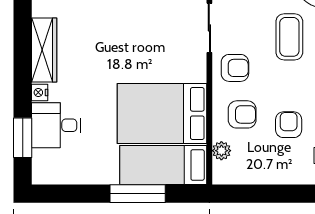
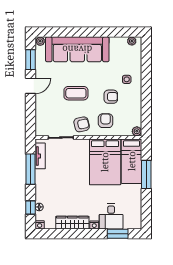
coffee table: (289, 37) -> (76, 93), moved
armchair: (235, 68) -> (82, 124), turned 77
armchair: (289, 125) -> (111, 97), turned 180
plant: (221, 151) -> (137, 131), moved

